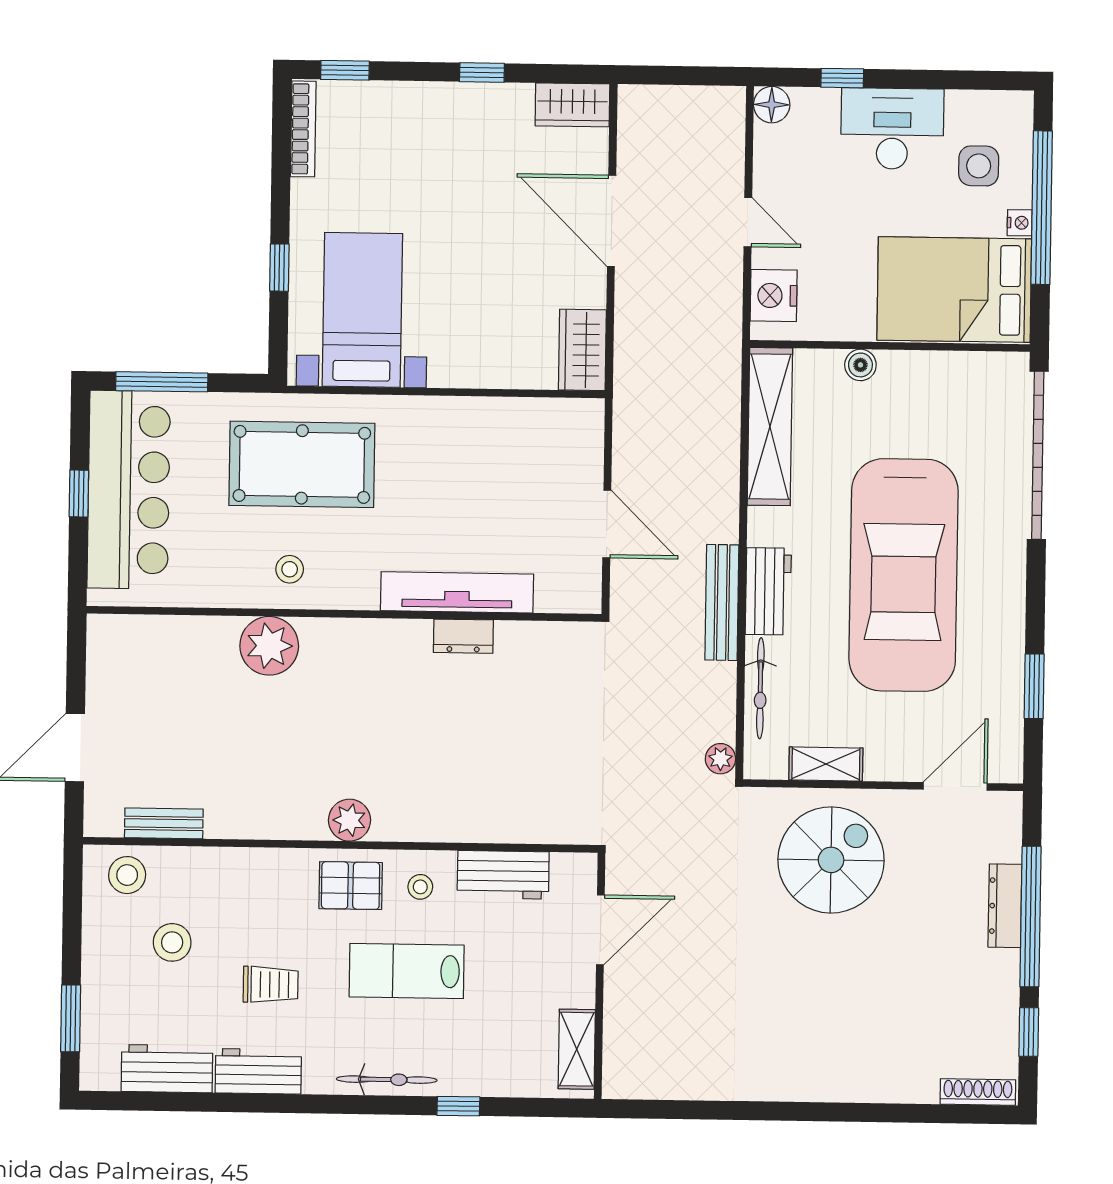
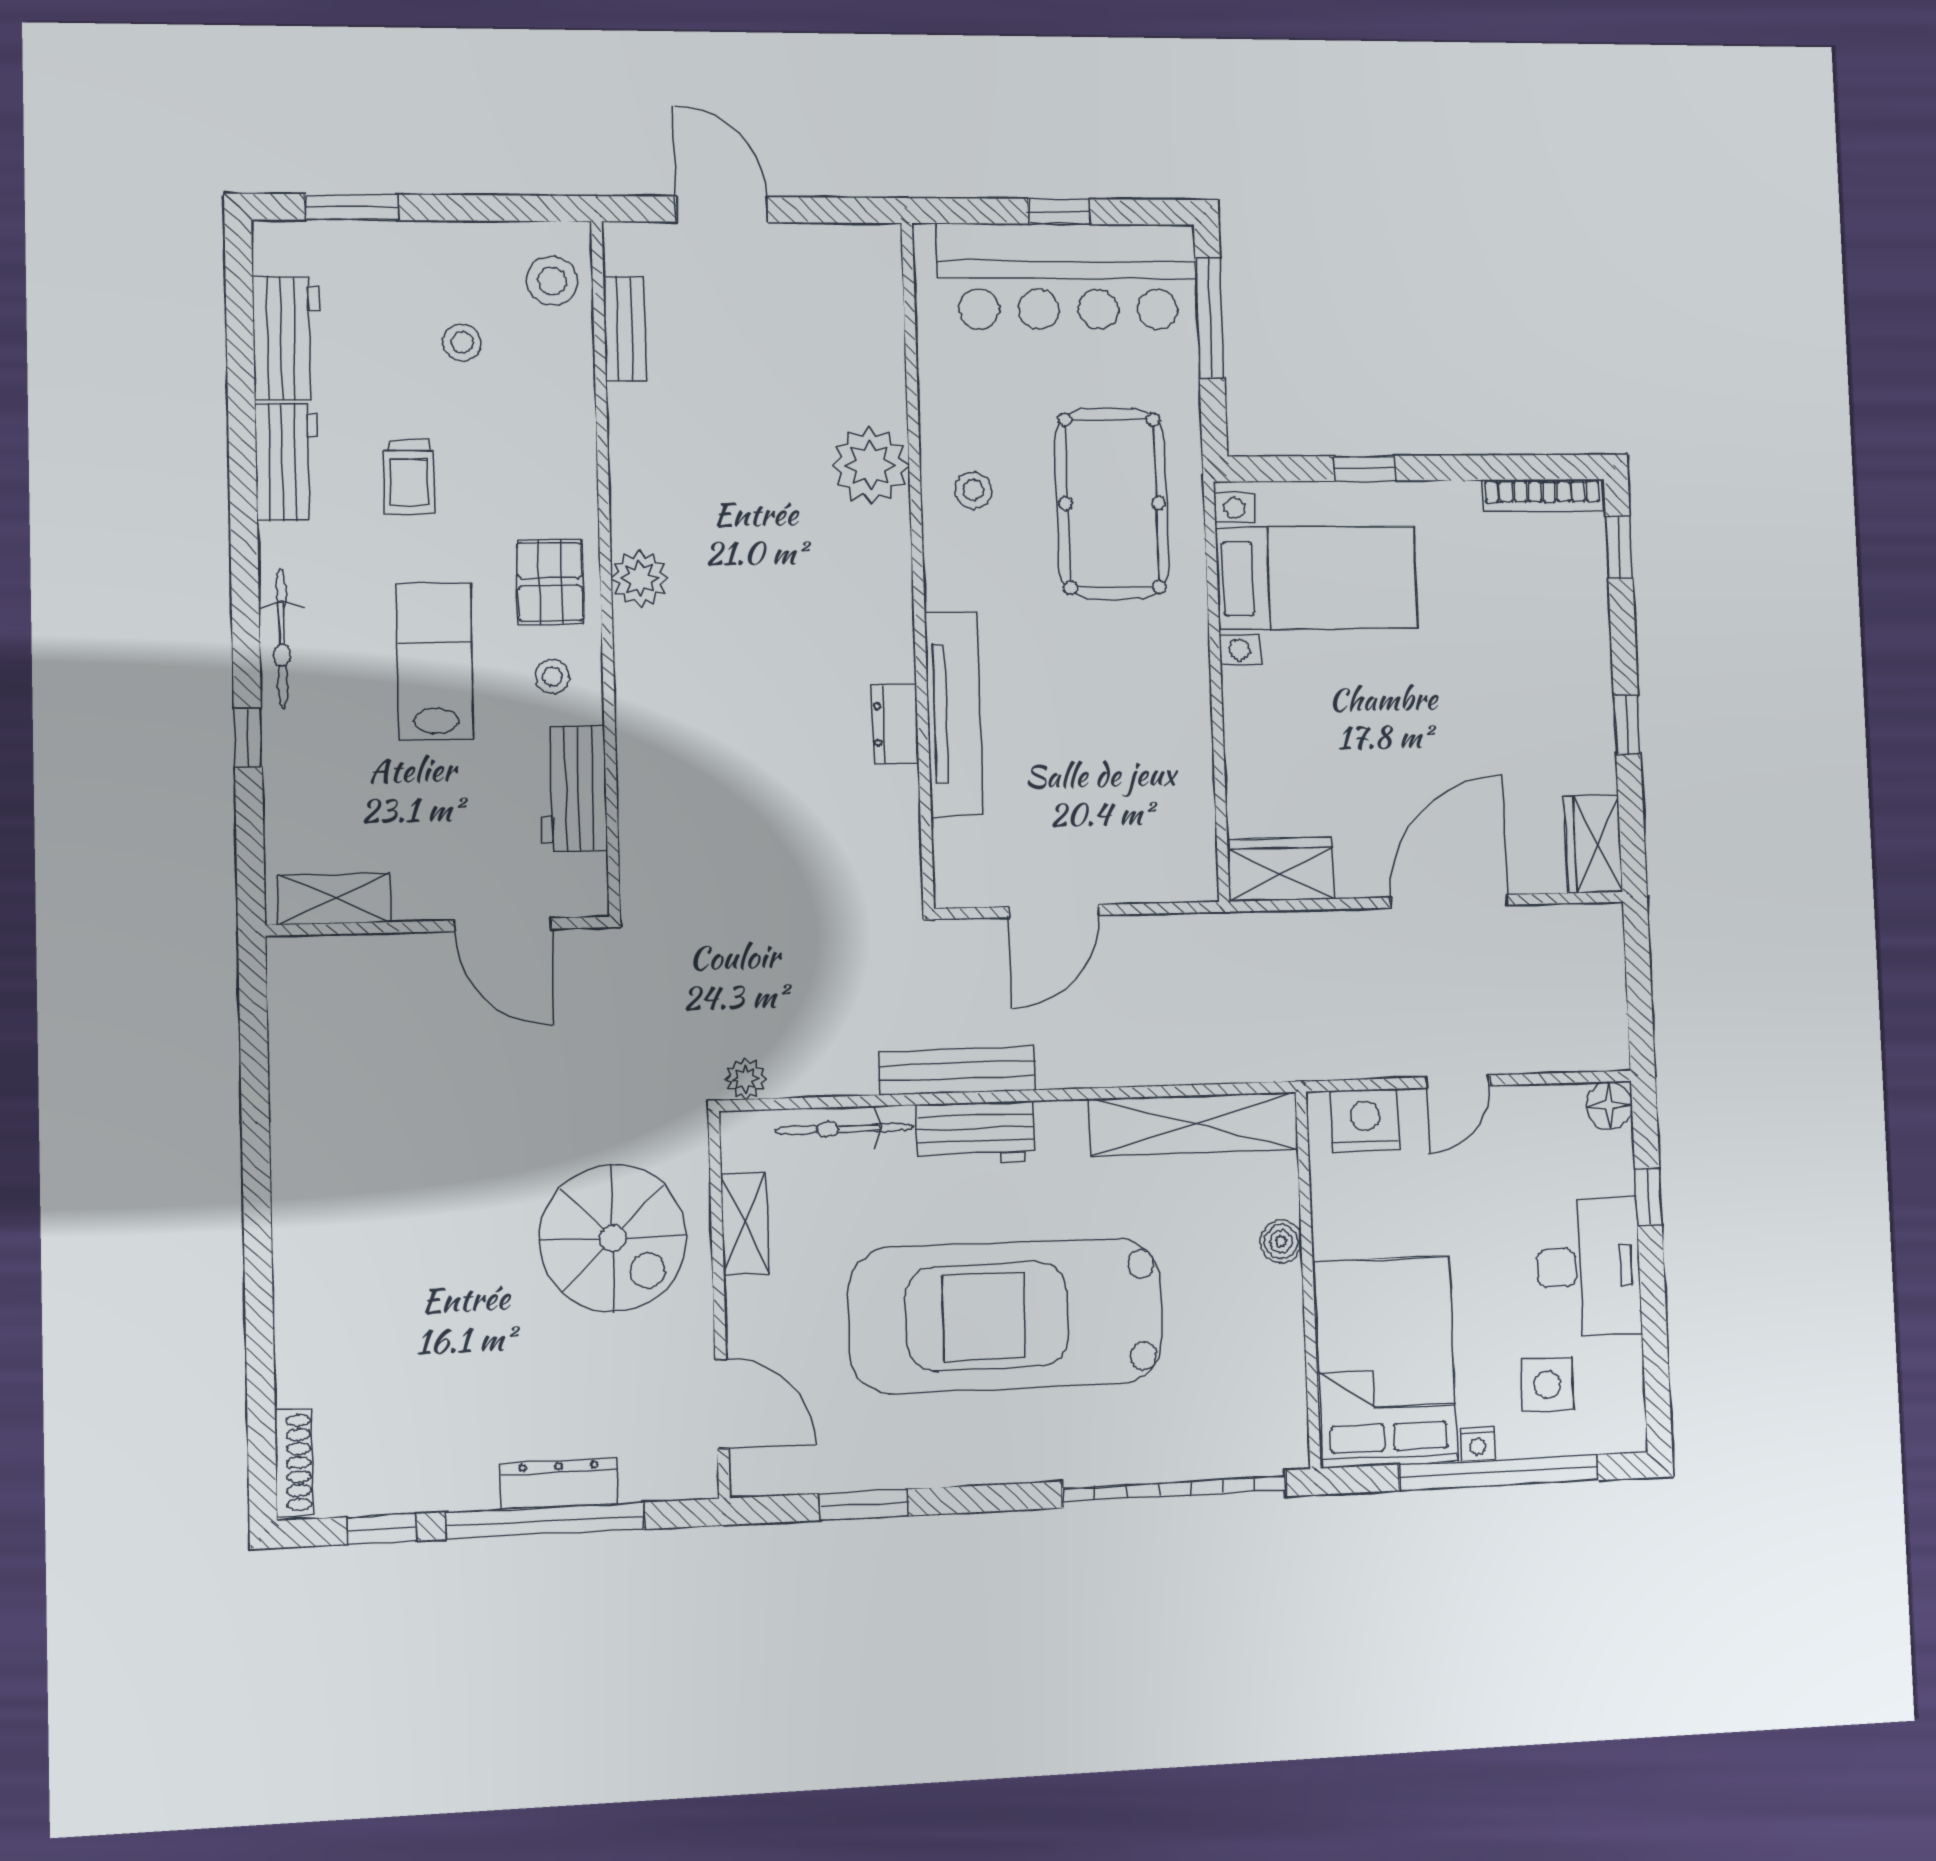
stool: (172, 942) -> (462, 343), width x0.73, depth x0.73

